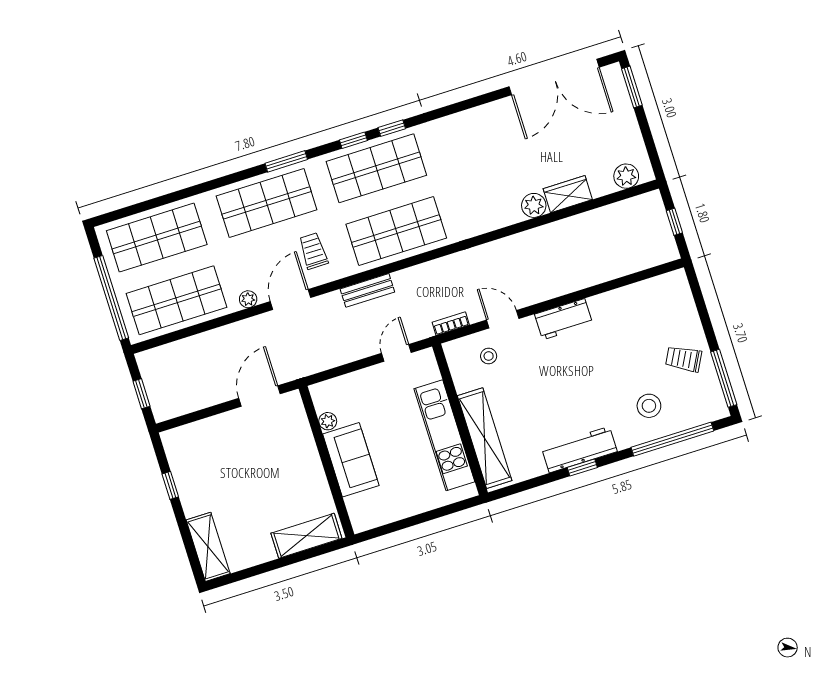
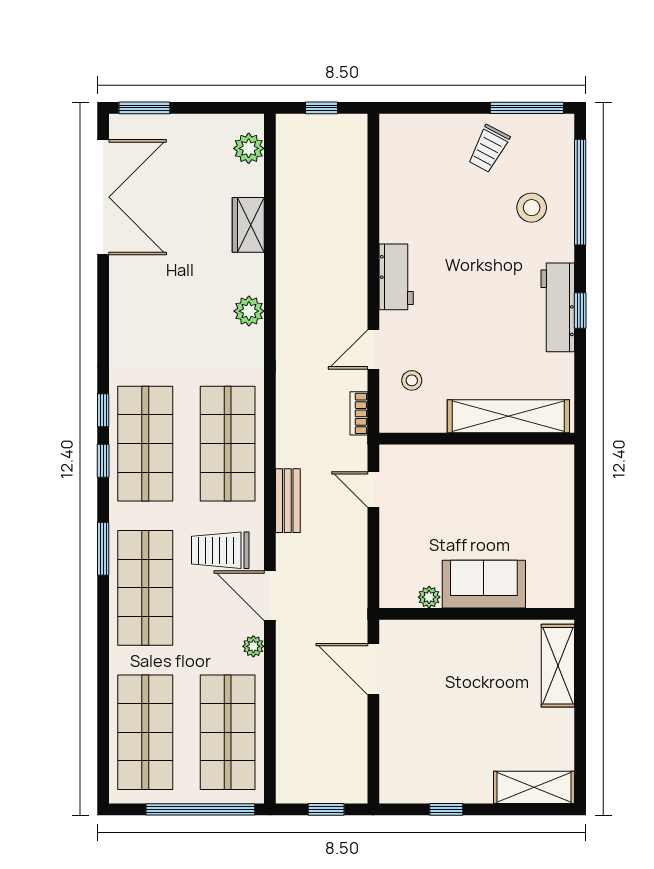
plant: (534, 205) -> (249, 311), moved
trolley: (313, 251) -> (220, 550), width x1.36, depth x1.39
kitchen unit: (444, 435) -> (490, 463), removed

